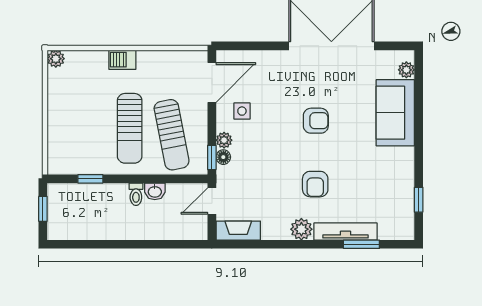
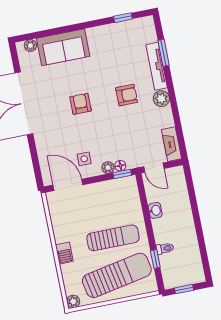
sun lounger: (172, 135) -> (117, 275), moved, width x1.36, depth x1.34
toilet: (136, 194) -> (165, 248), moved

